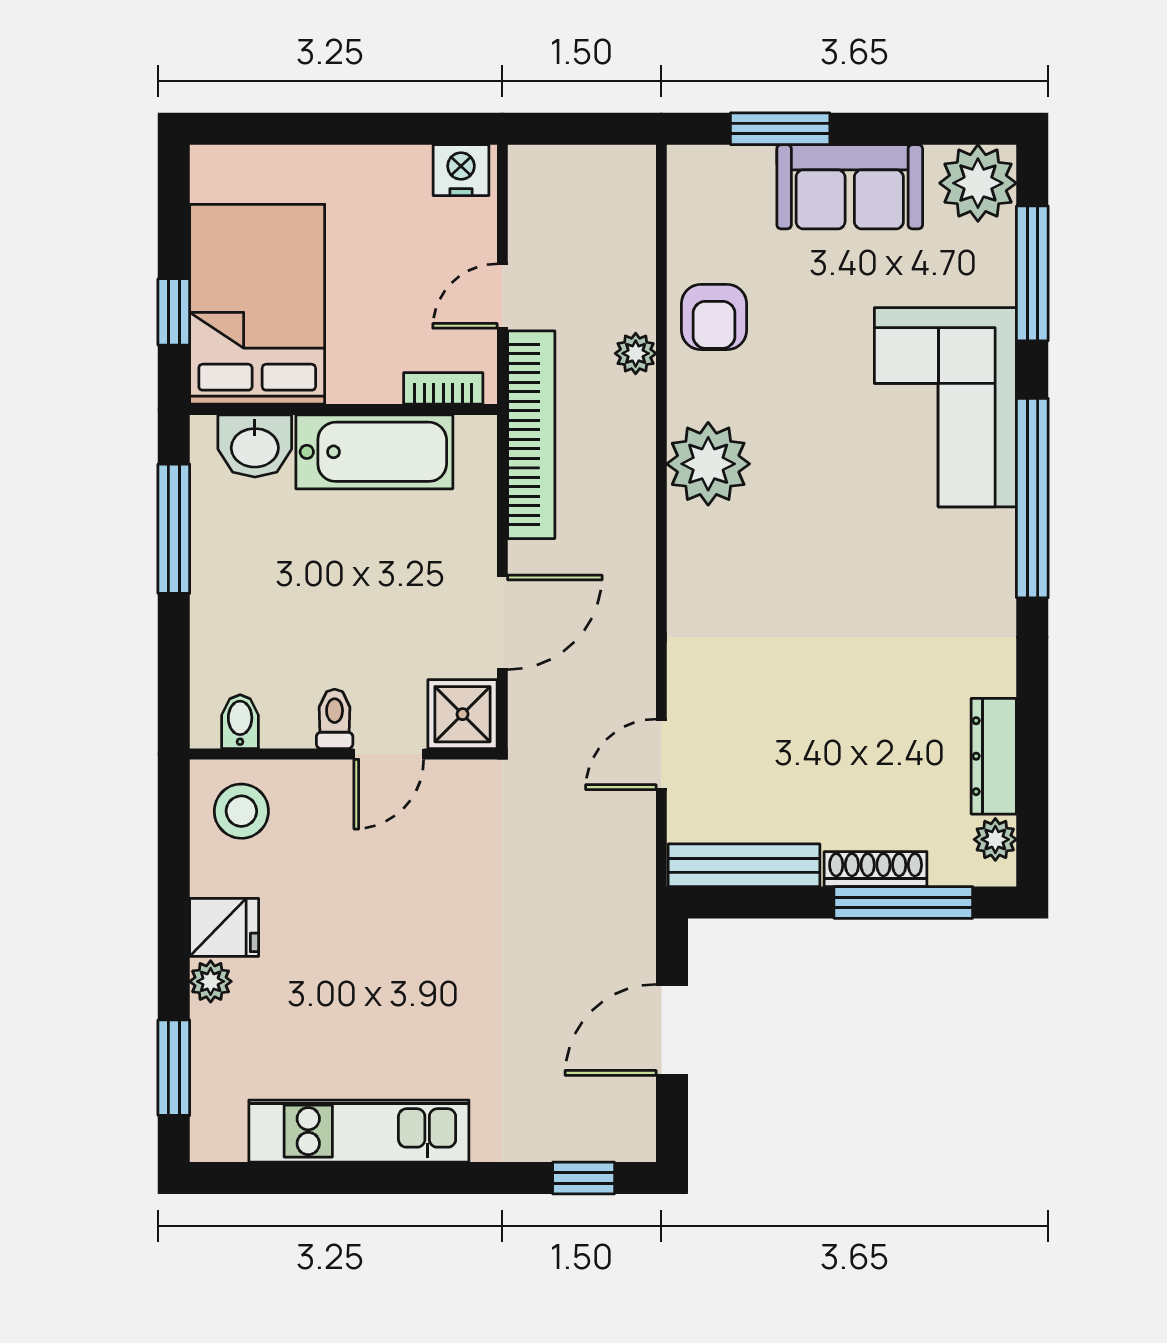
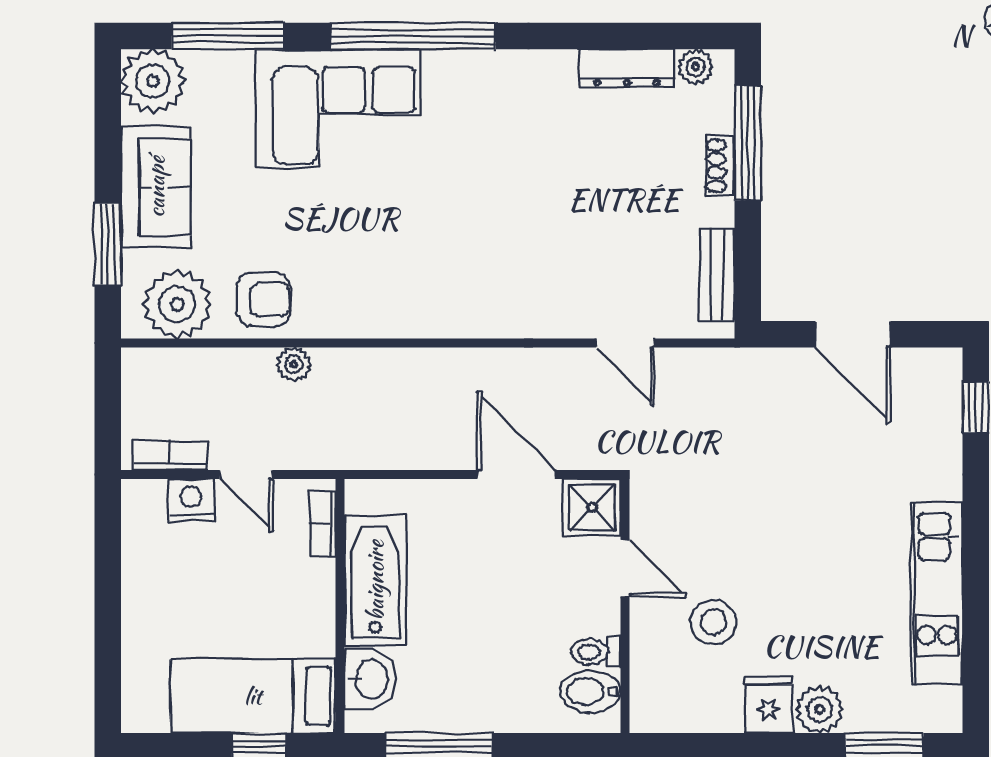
nightstand: (461, 170) -> (191, 500), moved, turned 90
bed: (257, 304) -> (253, 696), width x0.67
bookcase: (531, 435) -> (170, 455), moved, width x0.43, depth x0.76
plant: (708, 464) -> (177, 304), moved
toilet: (335, 719) -> (596, 652), moved
bidet: (240, 722) -> (590, 691), width x1.38, depth x1.36
stool: (241, 811) -> (713, 622), moved
bench: (744, 865) -> (717, 275), width x0.73
shoe rack: (876, 869) -> (720, 166), width x0.70
plant: (211, 981) -> (820, 709), width x1.38, depth x1.38

